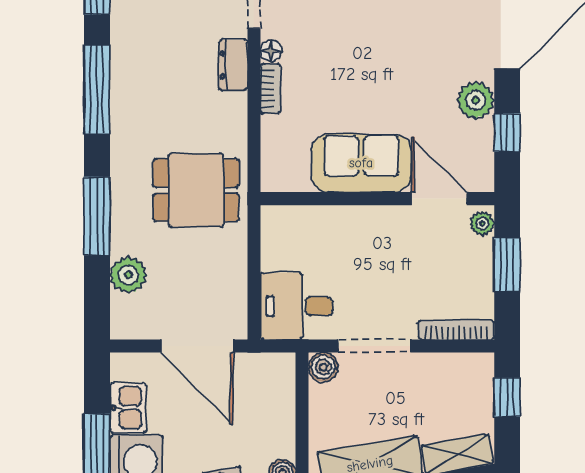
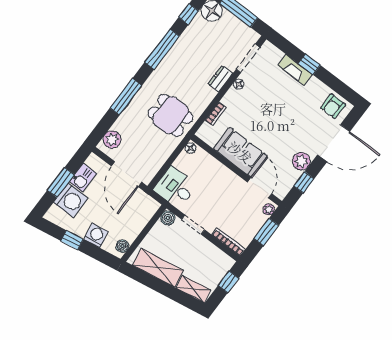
bookcase: (270, 89) -> (216, 114), moved
floor lamp: (272, 220) -> (190, 148), added
plant: (128, 275) -> (112, 139), moved
doorway: (374, 346) -> (193, 225), width x0.73

